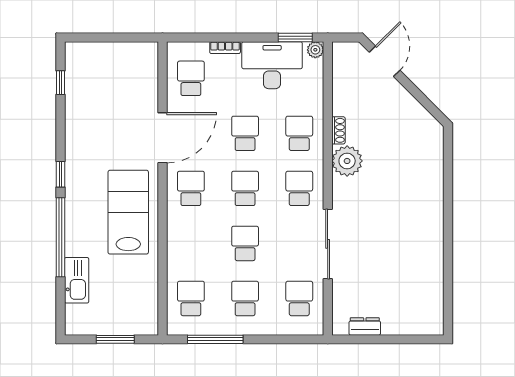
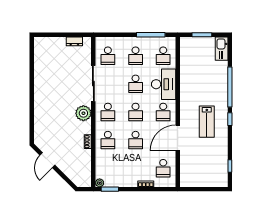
door: (385, 61) -> (47, 160), moved
desk: (272, 65) -> (164, 84), moved, turned -90
plant: (347, 161) -> (83, 113), moved
lab bench: (128, 212) -> (207, 122), moved, width x0.73, depth x0.72
kitchen sink: (77, 280) -> (222, 49), moved

